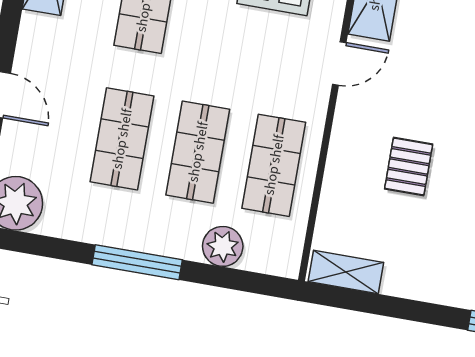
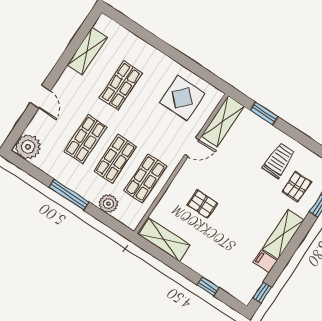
pallet: (409, 167) -> (203, 204), turned 90
shelving: (346, 272) -> (164, 240), width x1.50, depth x1.33

